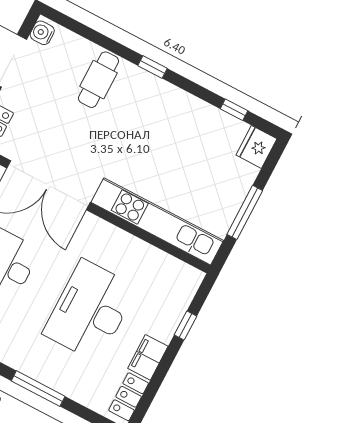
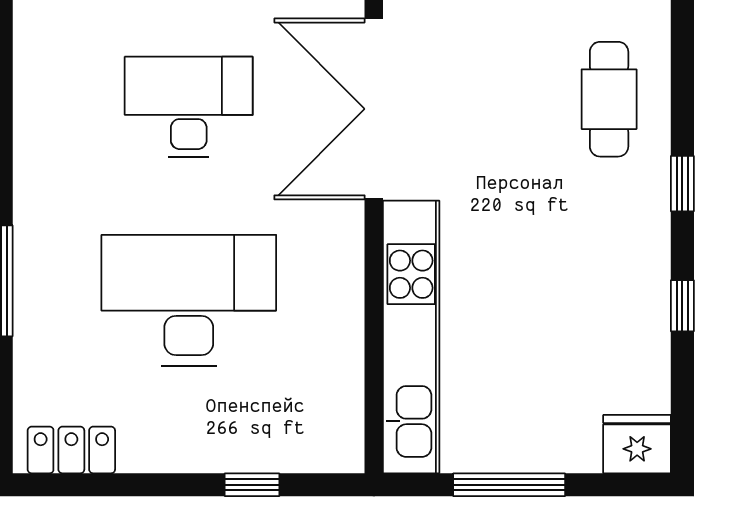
cafe table: (99, 80) -> (609, 99), turned 90
window: (234, 110) -> (682, 306), moved
filing cabinet: (148, 357) -> (160, 447), removed

